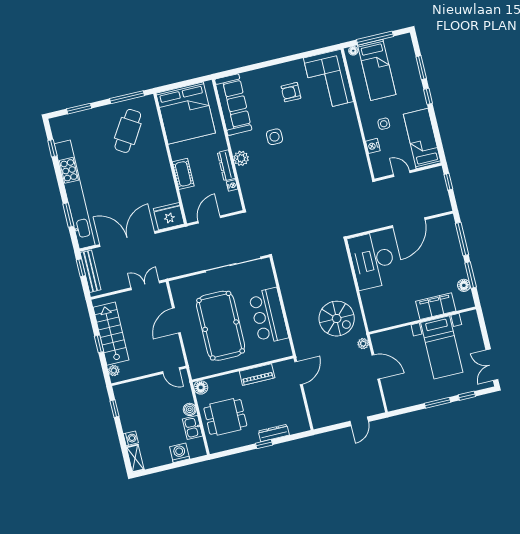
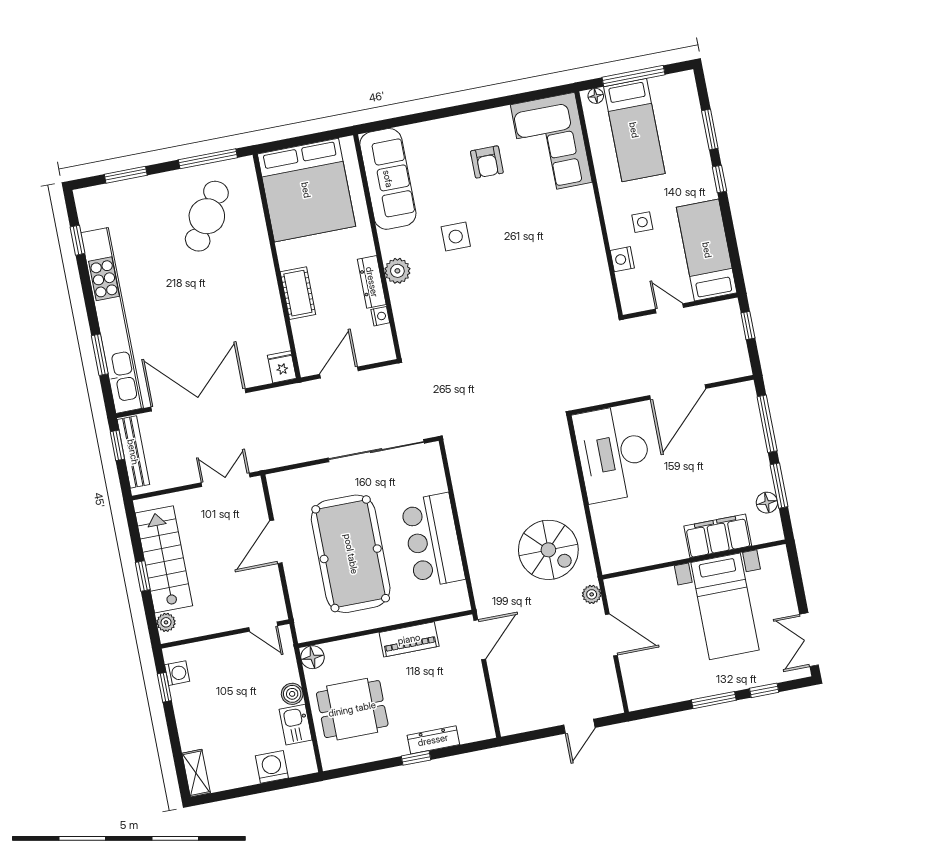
armchair: (291, 92) -> (487, 162), turned -90
fridge: (169, 216) -> (282, 367), width x0.53, depth x0.75
washing machine: (131, 438) -> (177, 673), moved

